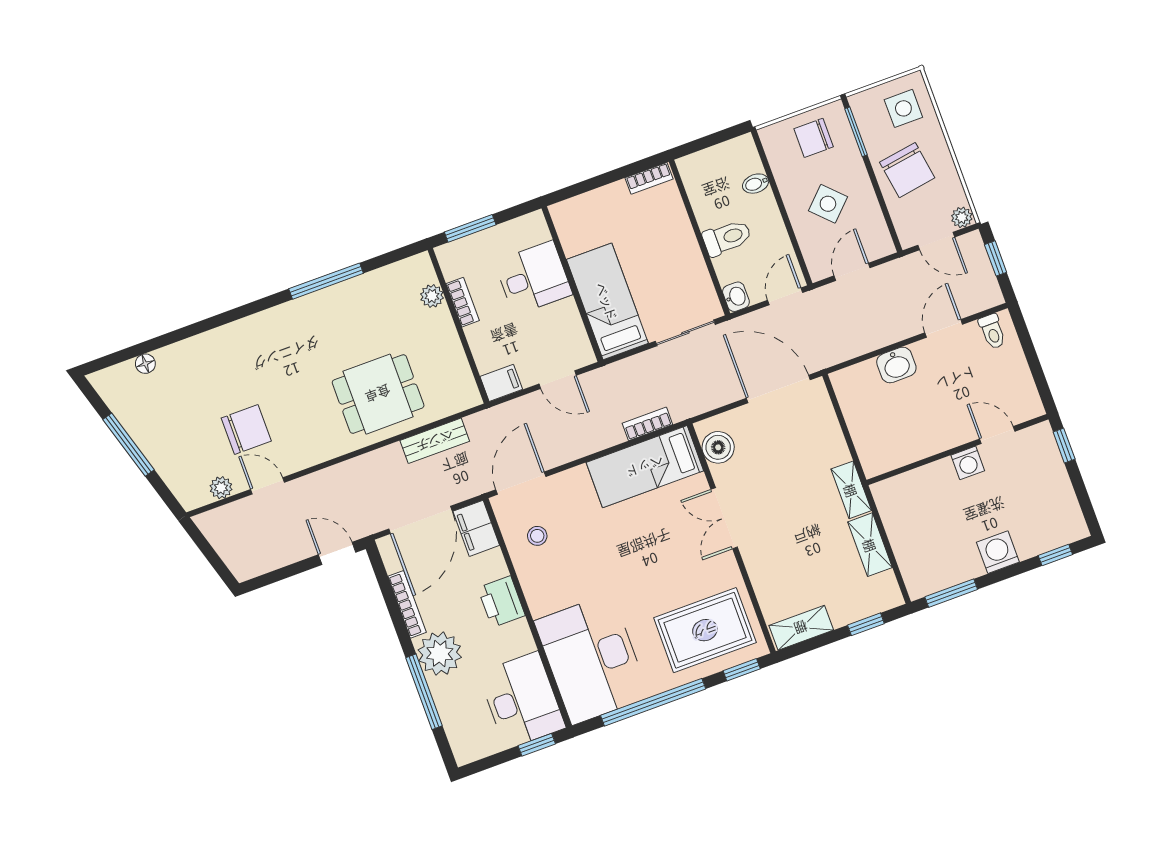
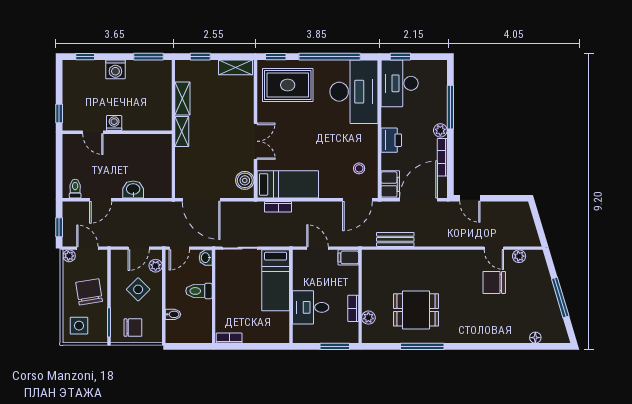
plant: (814, 253) -> (156, 266), added
dining table: (378, 394) -> (416, 310), moved
plant: (440, 654) -> (440, 130), width x0.53, depth x0.53

